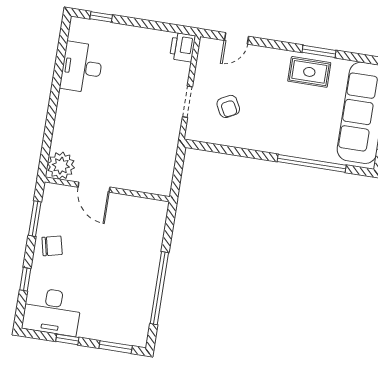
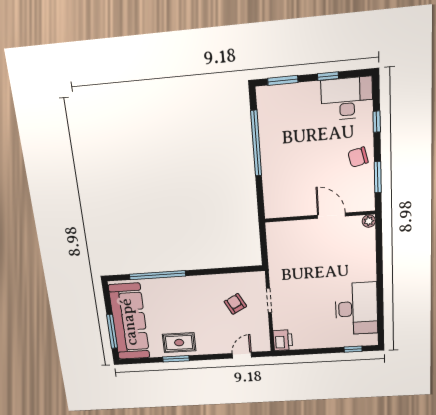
desk: (82, 67) -> (356, 309), width x1.36, depth x1.30
plant: (61, 166) -> (369, 221), width x0.53, depth x0.53

